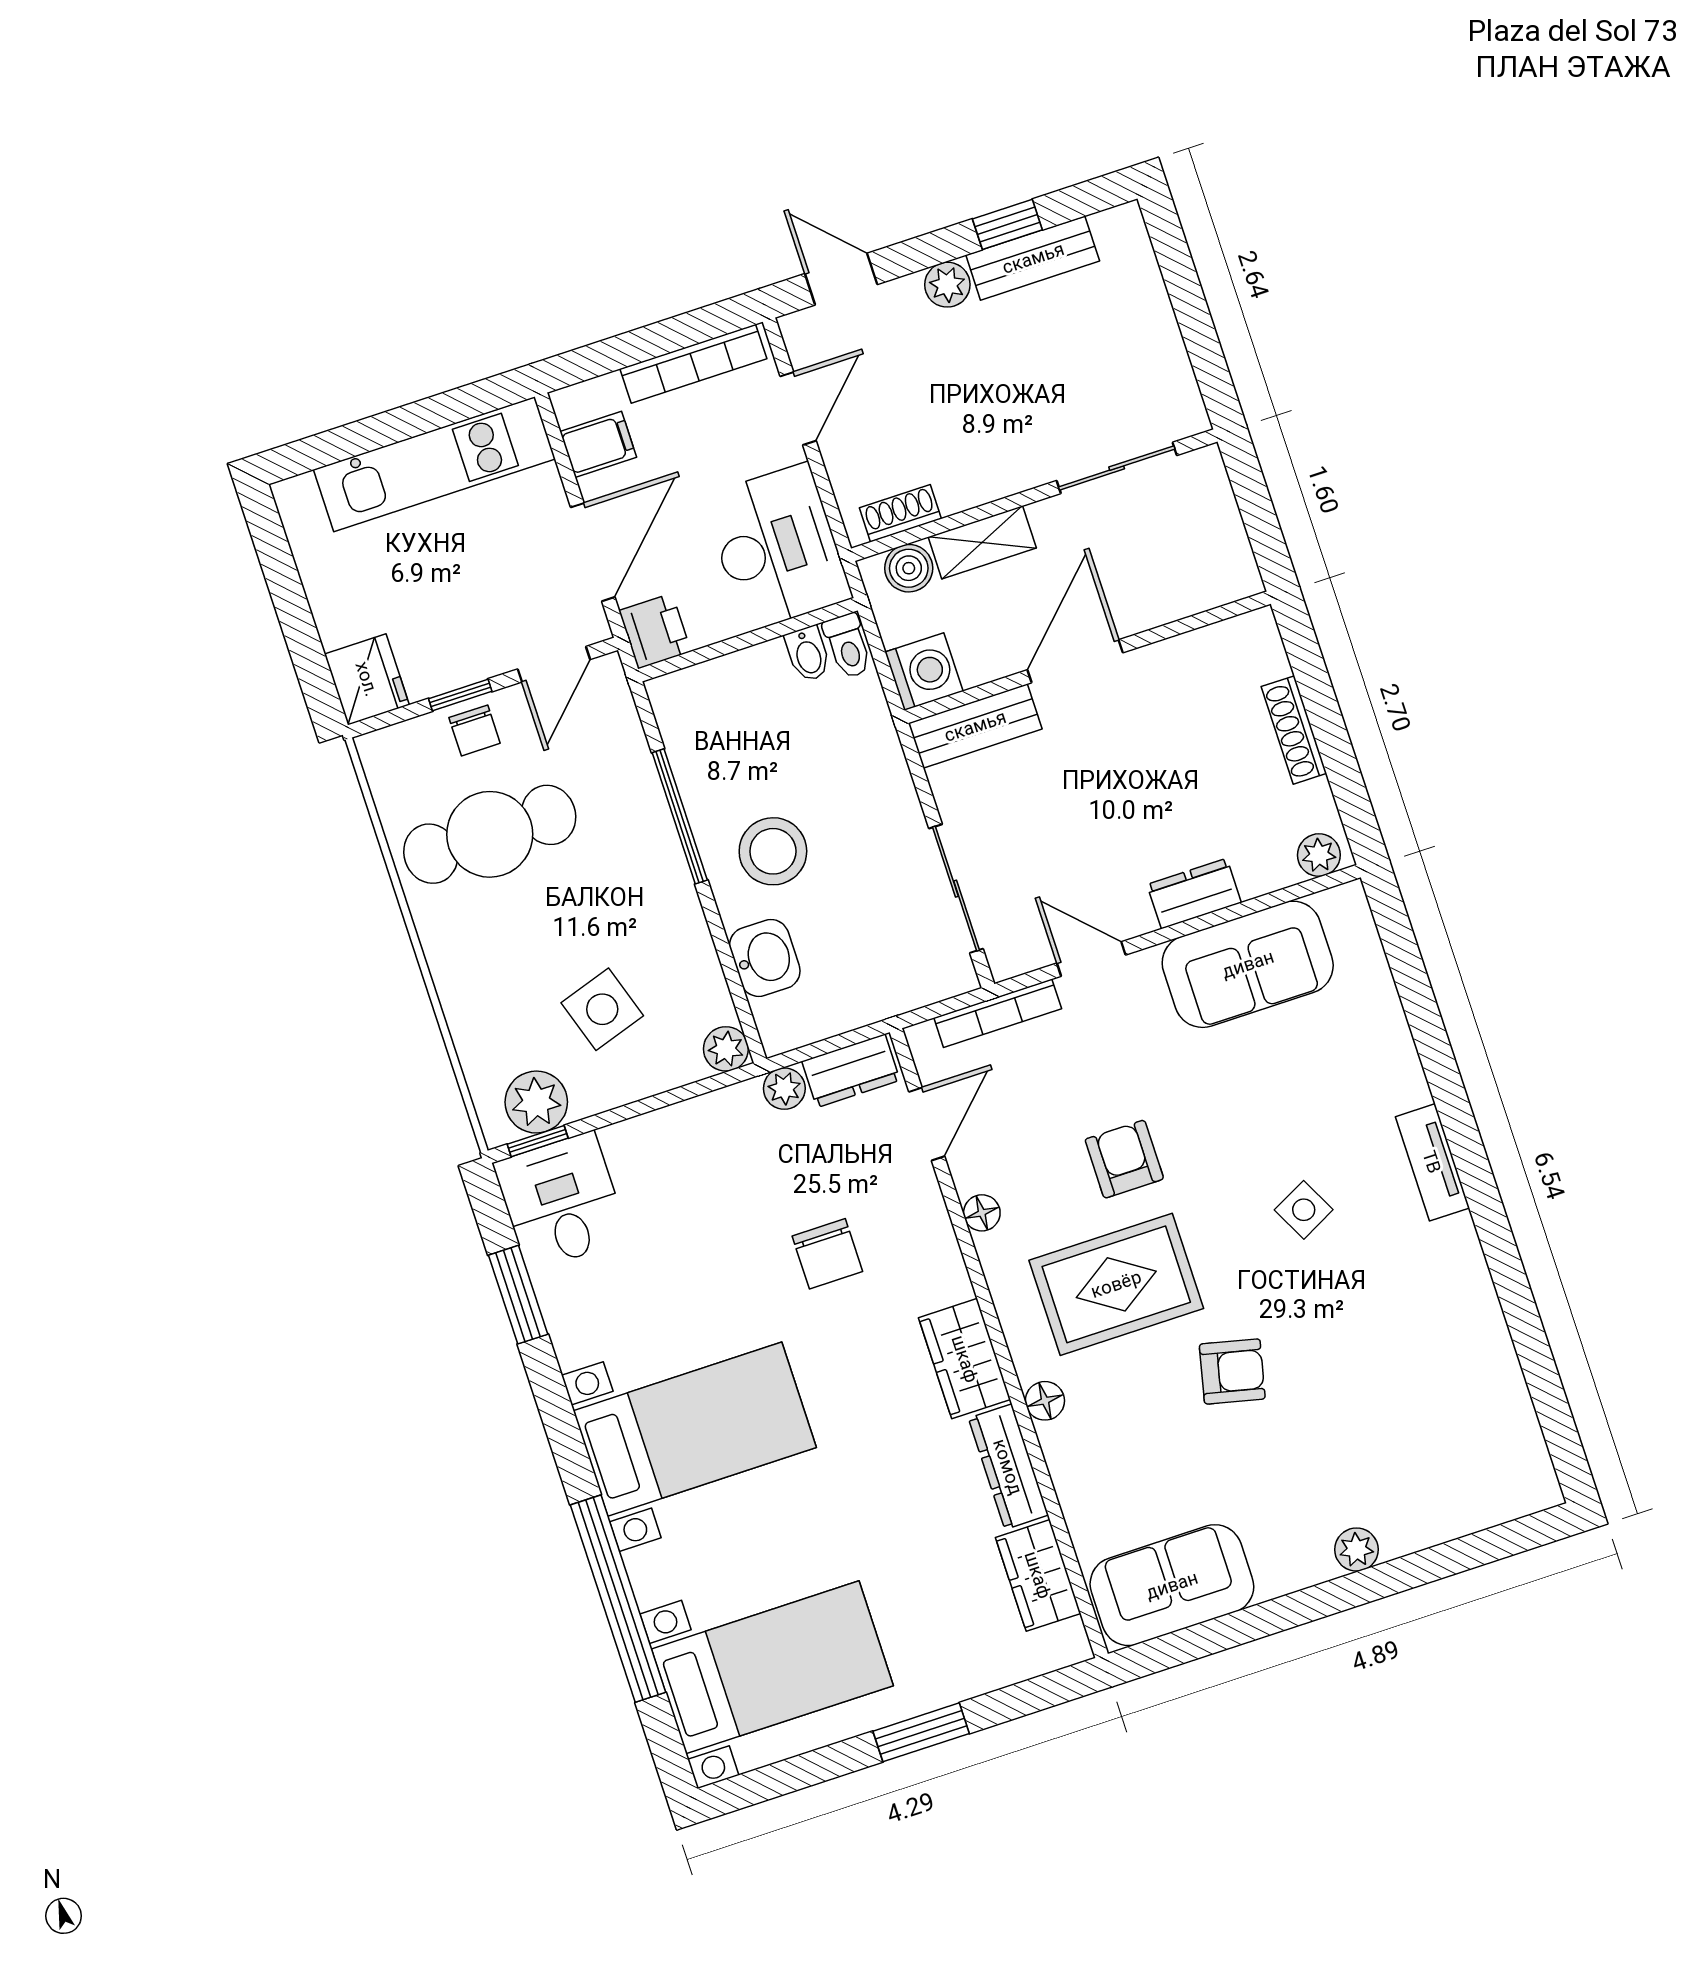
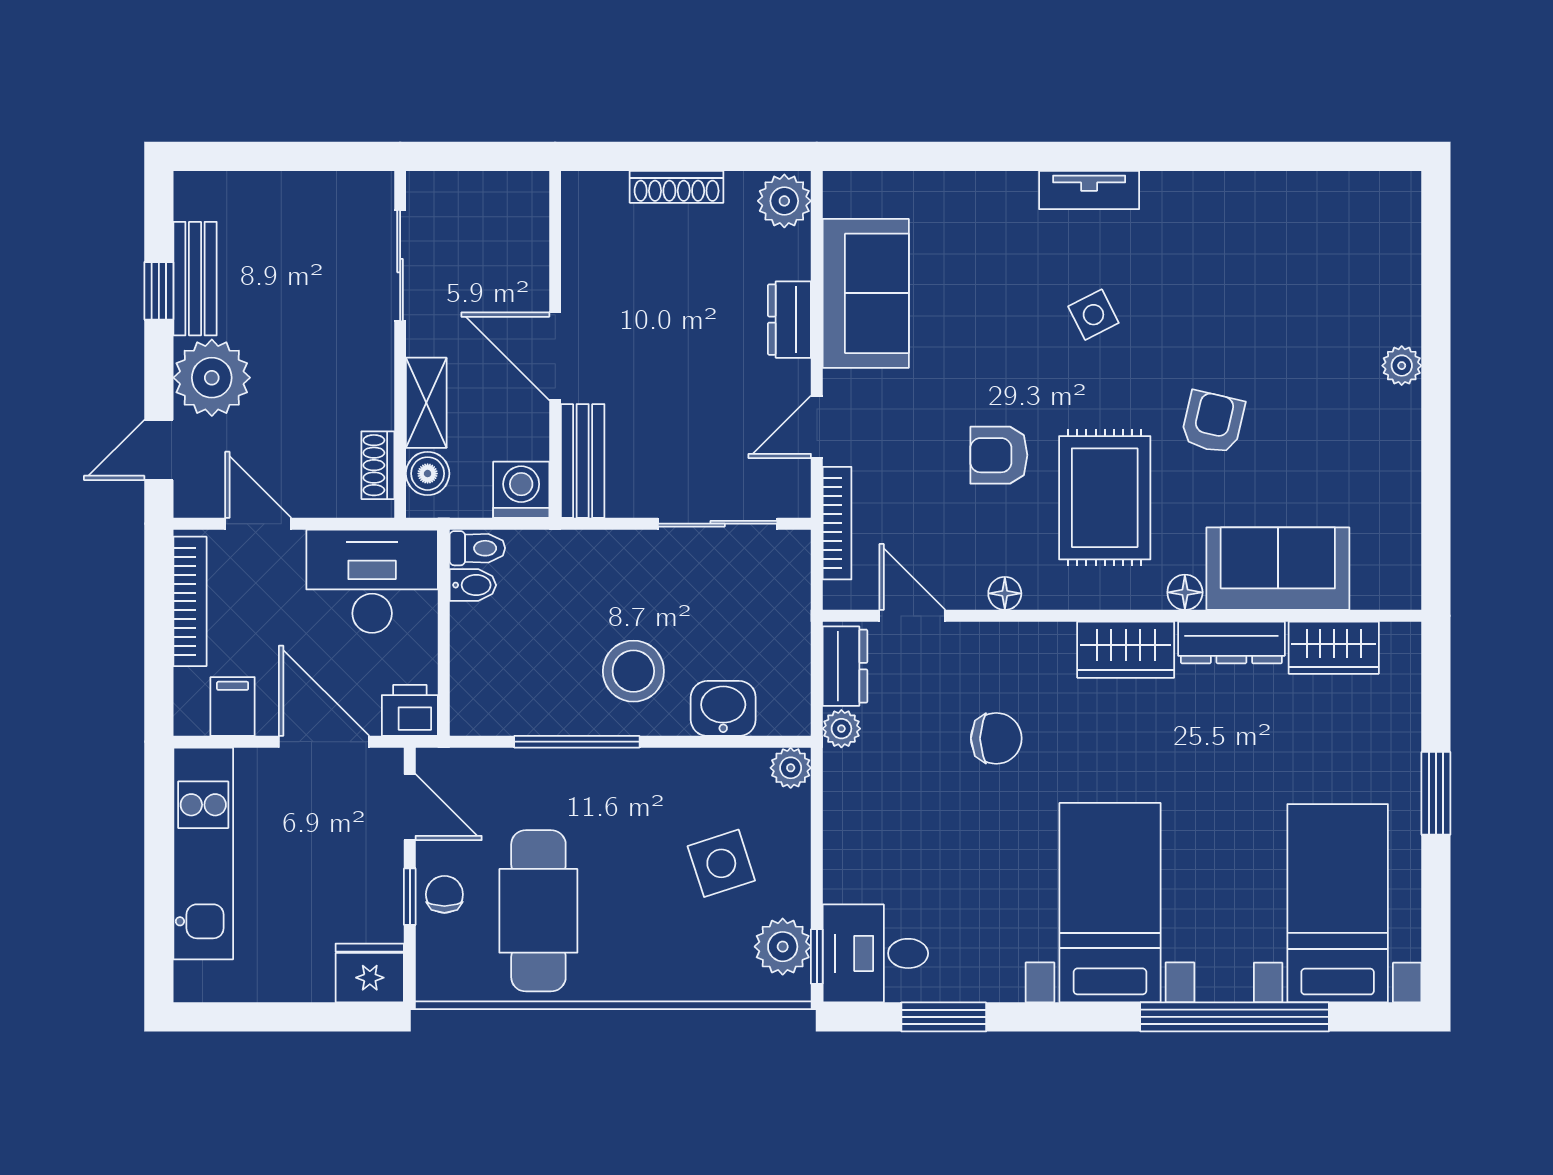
plant: (947, 285) -> (212, 378), width x1.87, depth x1.87
chair: (475, 730) -> (444, 894), turned -90
plant: (1319, 855) -> (784, 201), width x1.38, depth x1.38
sofa: (1172, 1585) -> (1278, 569), moved, turned 90

